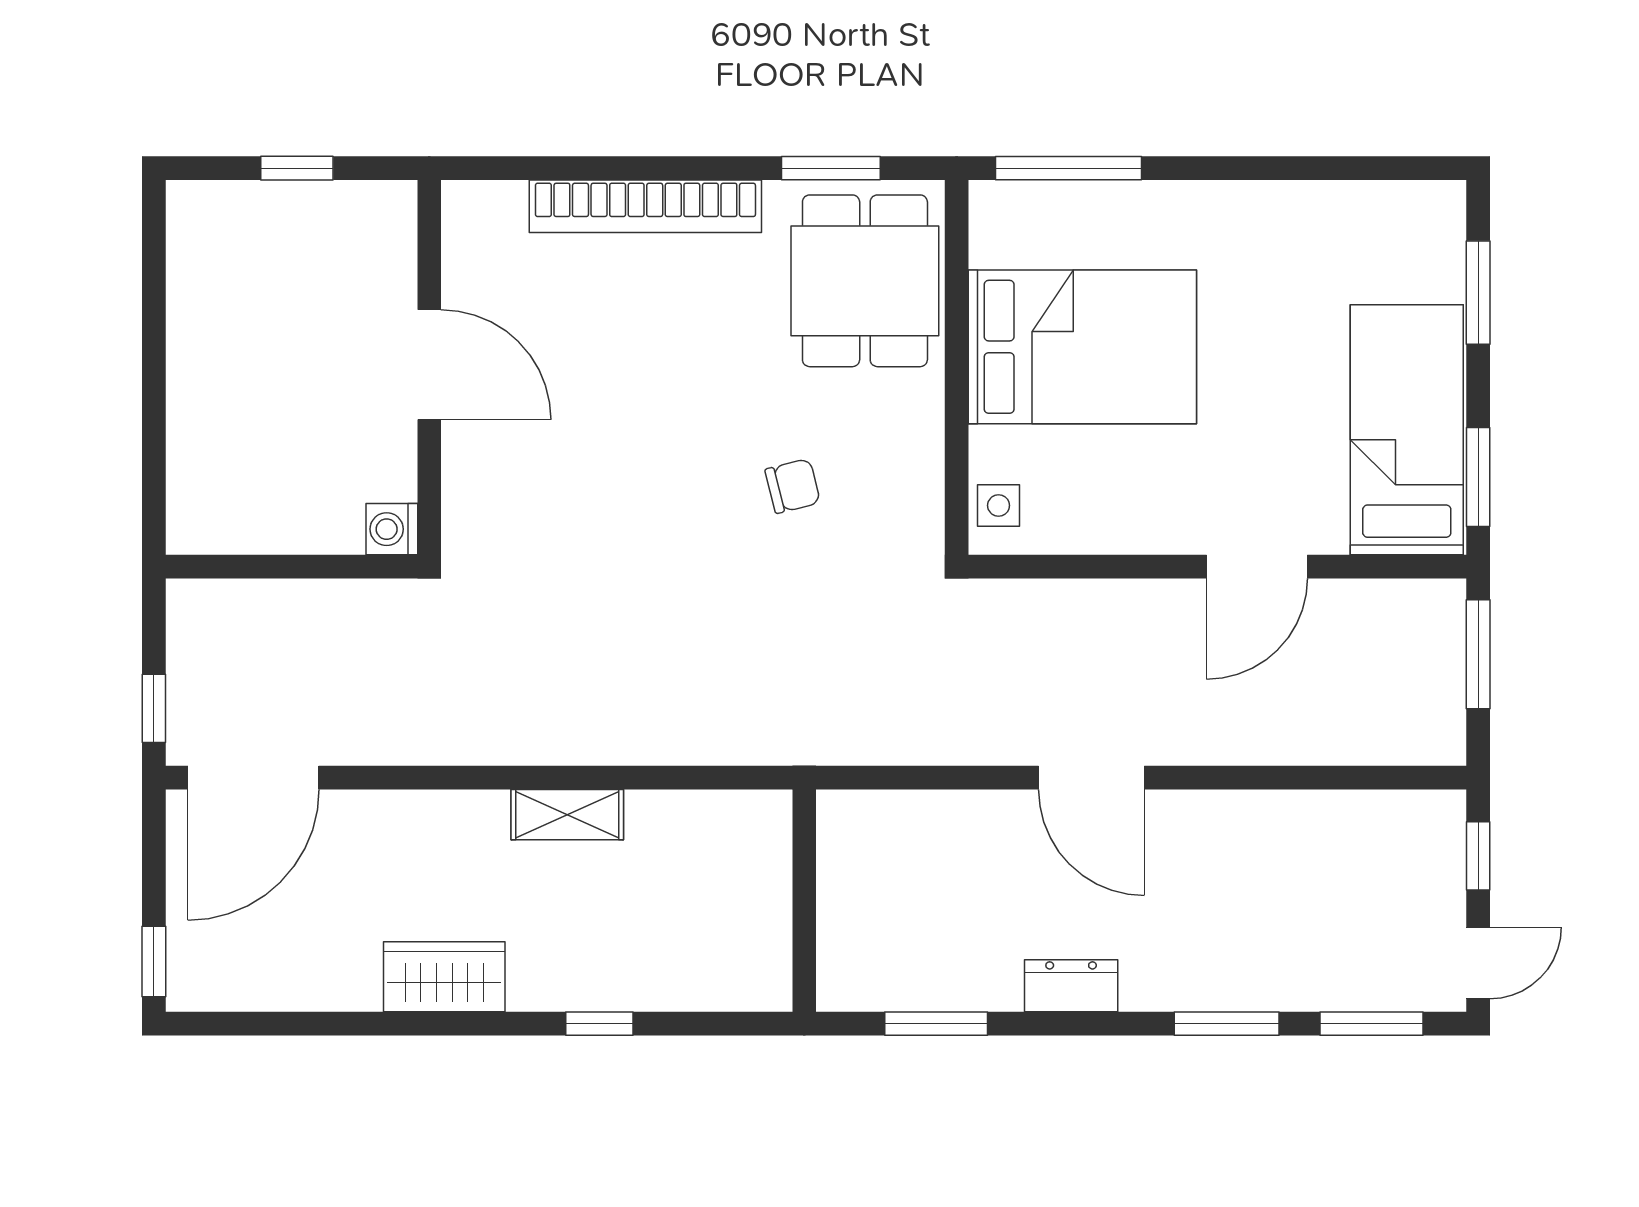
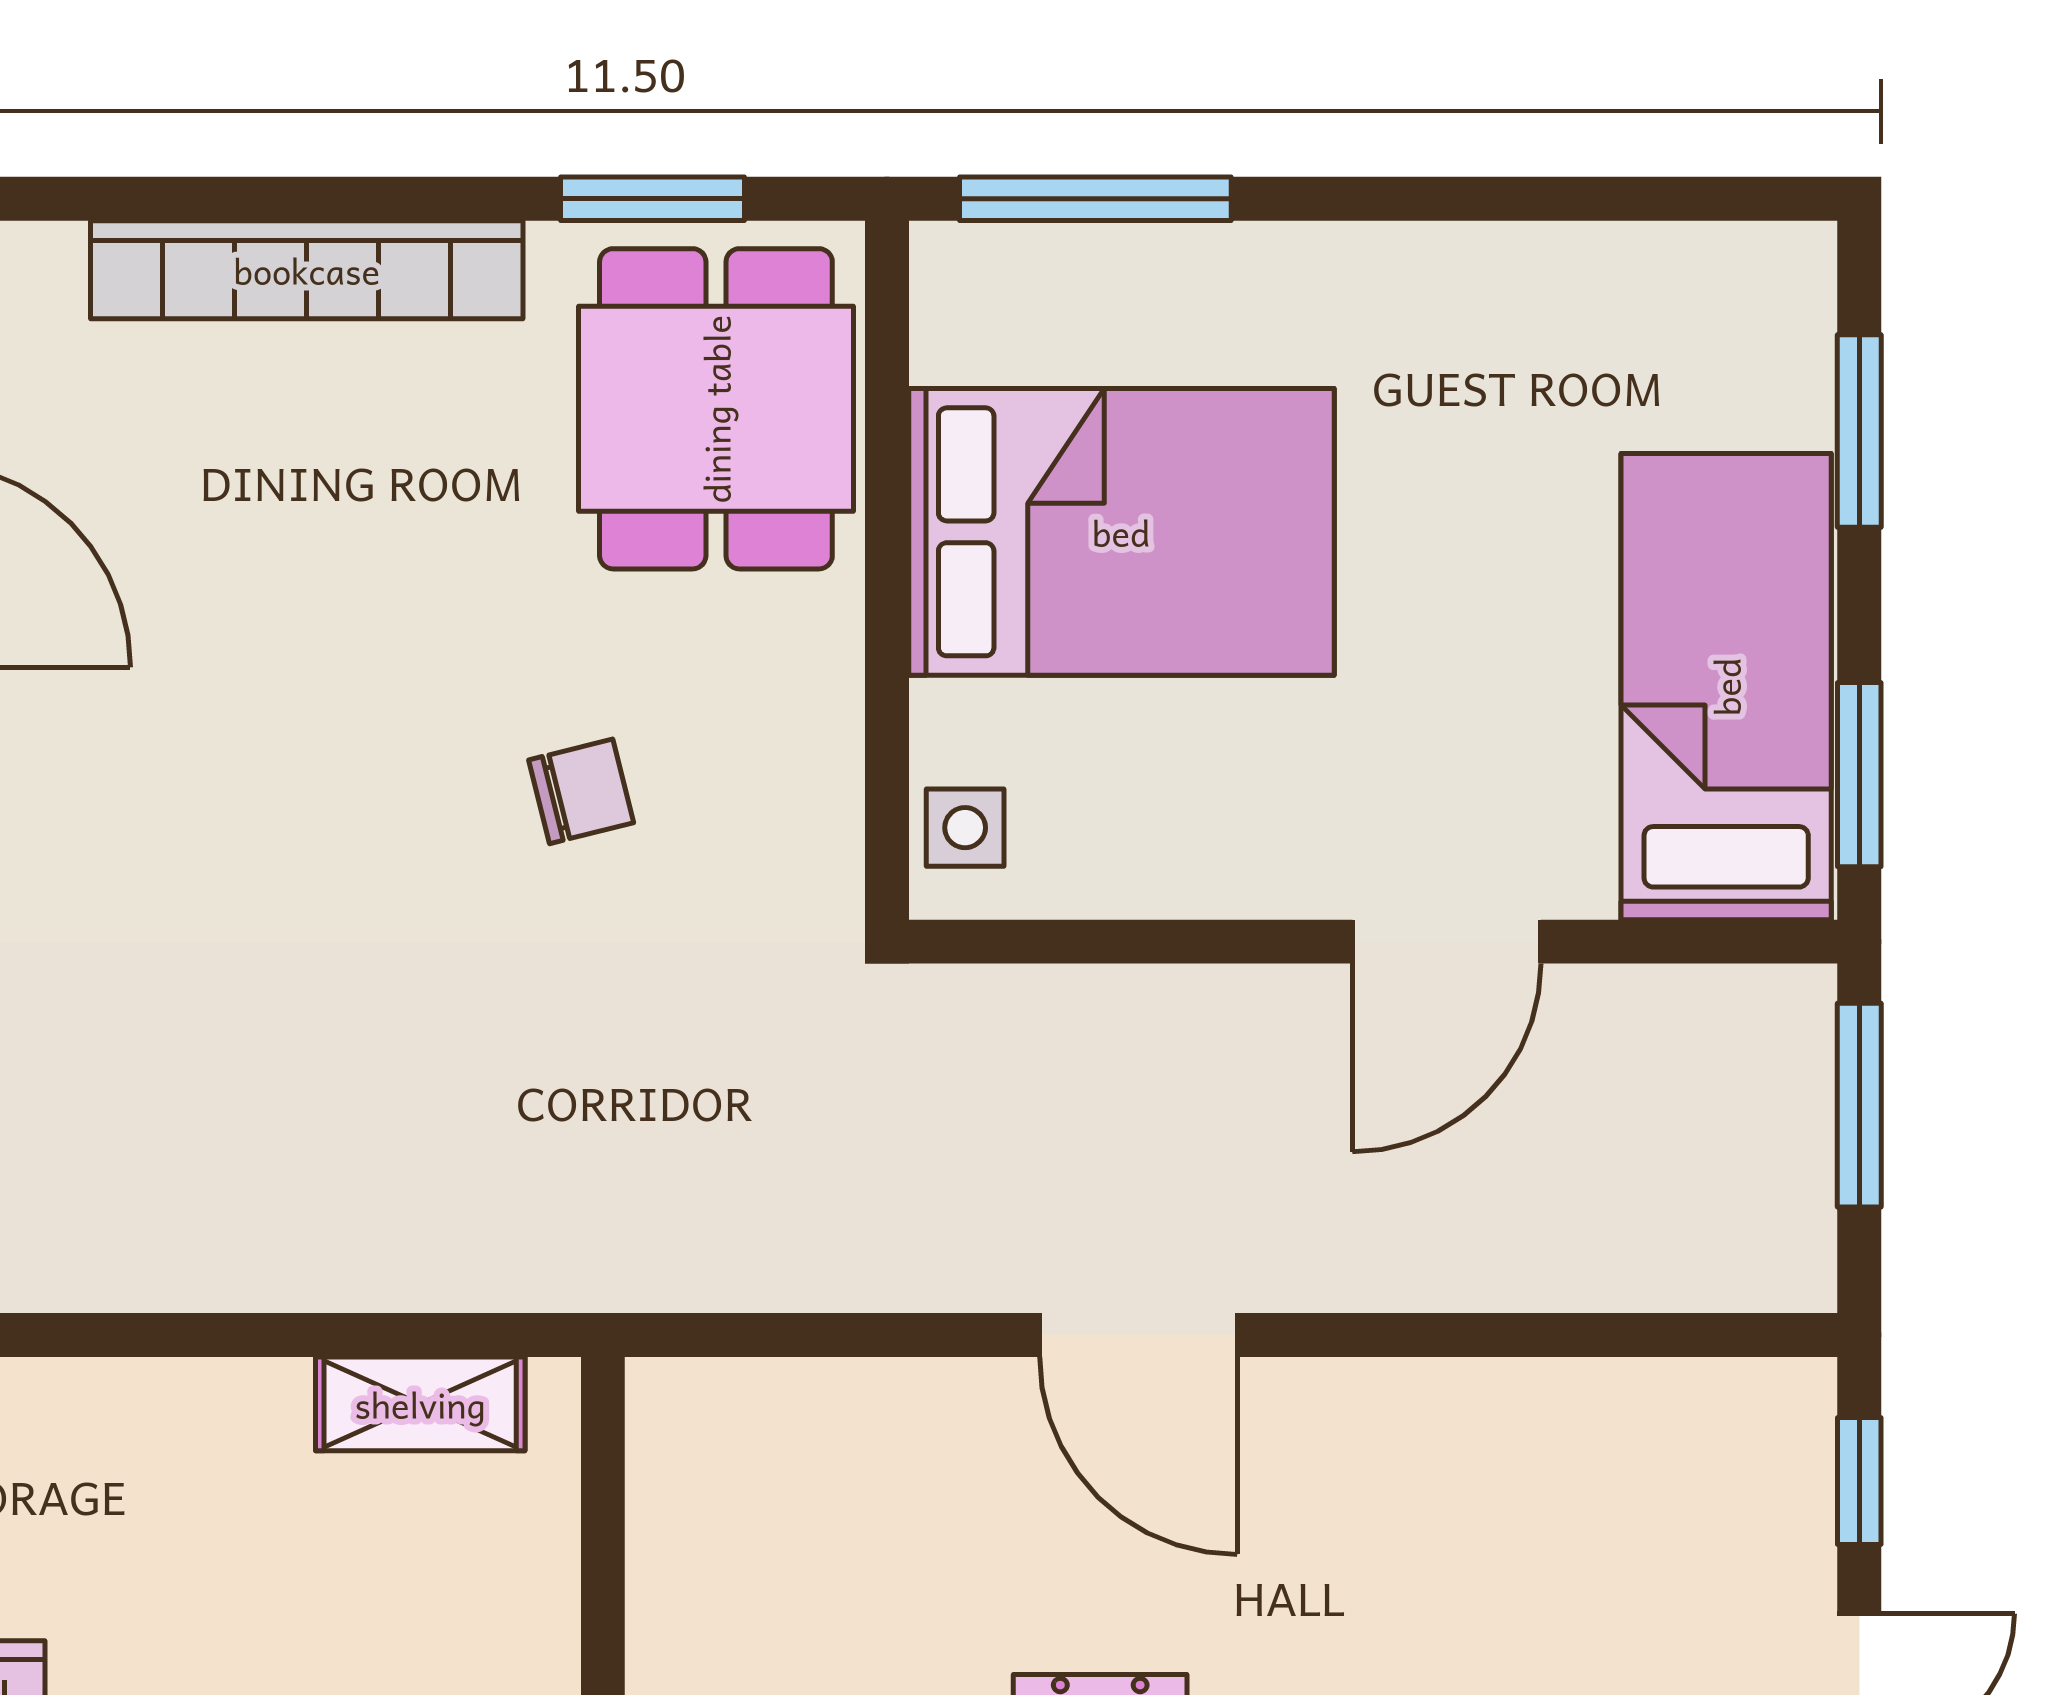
shelving: (567, 815) -> (420, 1404), moved

